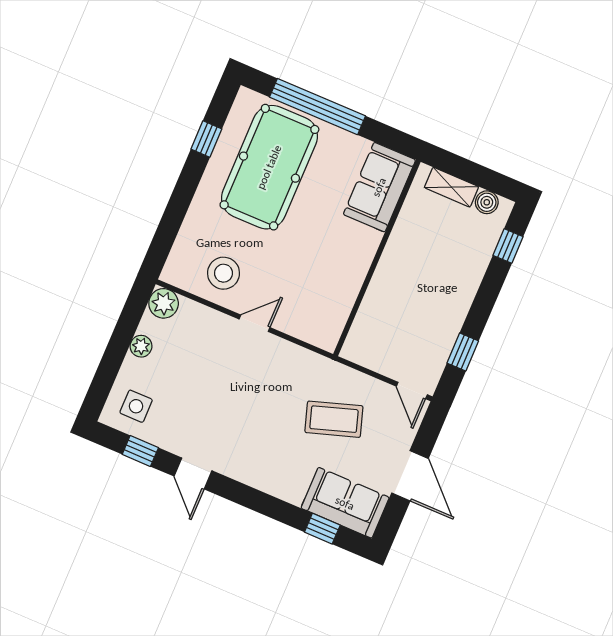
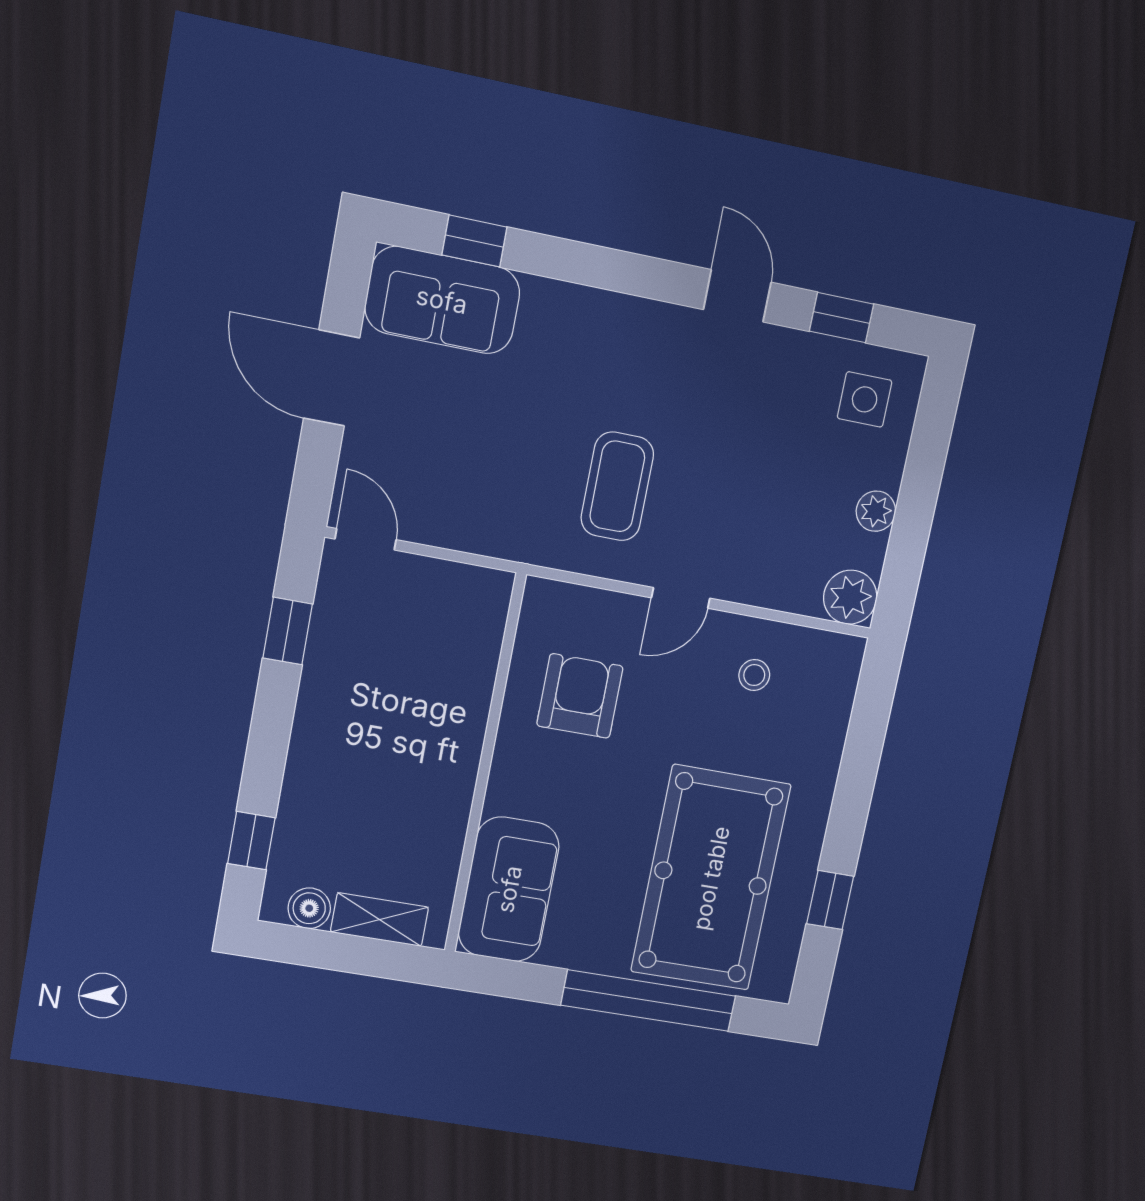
stool: (224, 273) -> (754, 675), width x0.53, depth x0.53
armchair: (319, 283) -> (580, 696), added
coffee table: (334, 419) -> (617, 486), moved, turned -72

